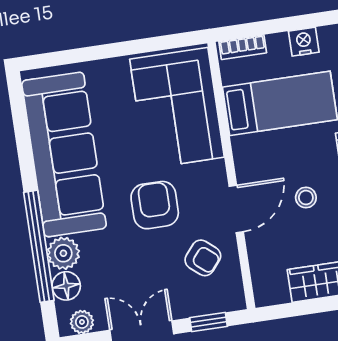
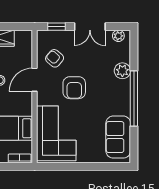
sofa: (64, 154) -> (118, 137), width x0.54, depth x0.79
window: (39, 246) -> (134, 98), moved
floor lamp: (66, 286) -> (123, 55), removed

